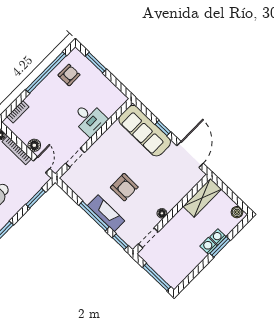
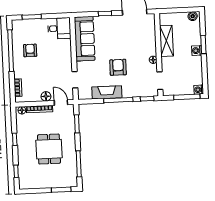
armchair: (69, 75) -> (30, 50), moved
desk: (89, 119) -> (59, 28), moved
sofa: (145, 131) -> (85, 39), moved, turned -90
armchair: (124, 187) -> (118, 67), turned -90
shelving: (202, 198) -> (166, 41), moved
fireplace: (106, 213) -> (107, 92), moved
washing machine: (218, 237) -> (199, 90), moved

